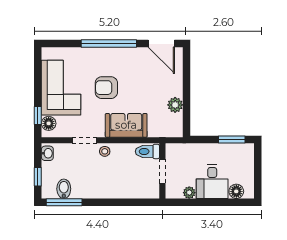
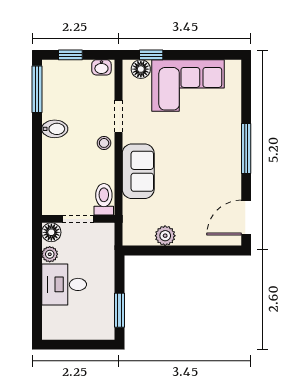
window: (109, 43) -> (246, 148), width x0.68
armchair: (106, 88) -> (188, 145), removed
bidet: (64, 189) -> (55, 129), moved
floor lamp: (236, 191) -> (51, 232), moved

